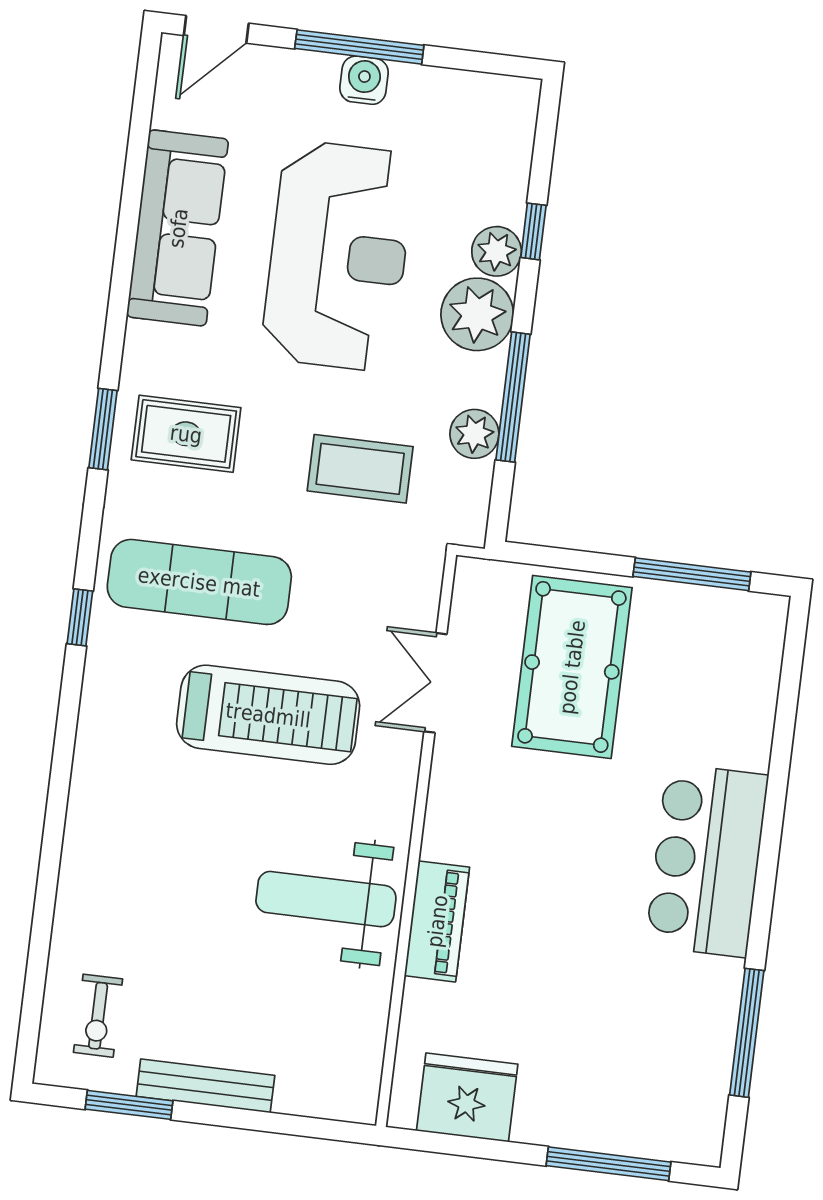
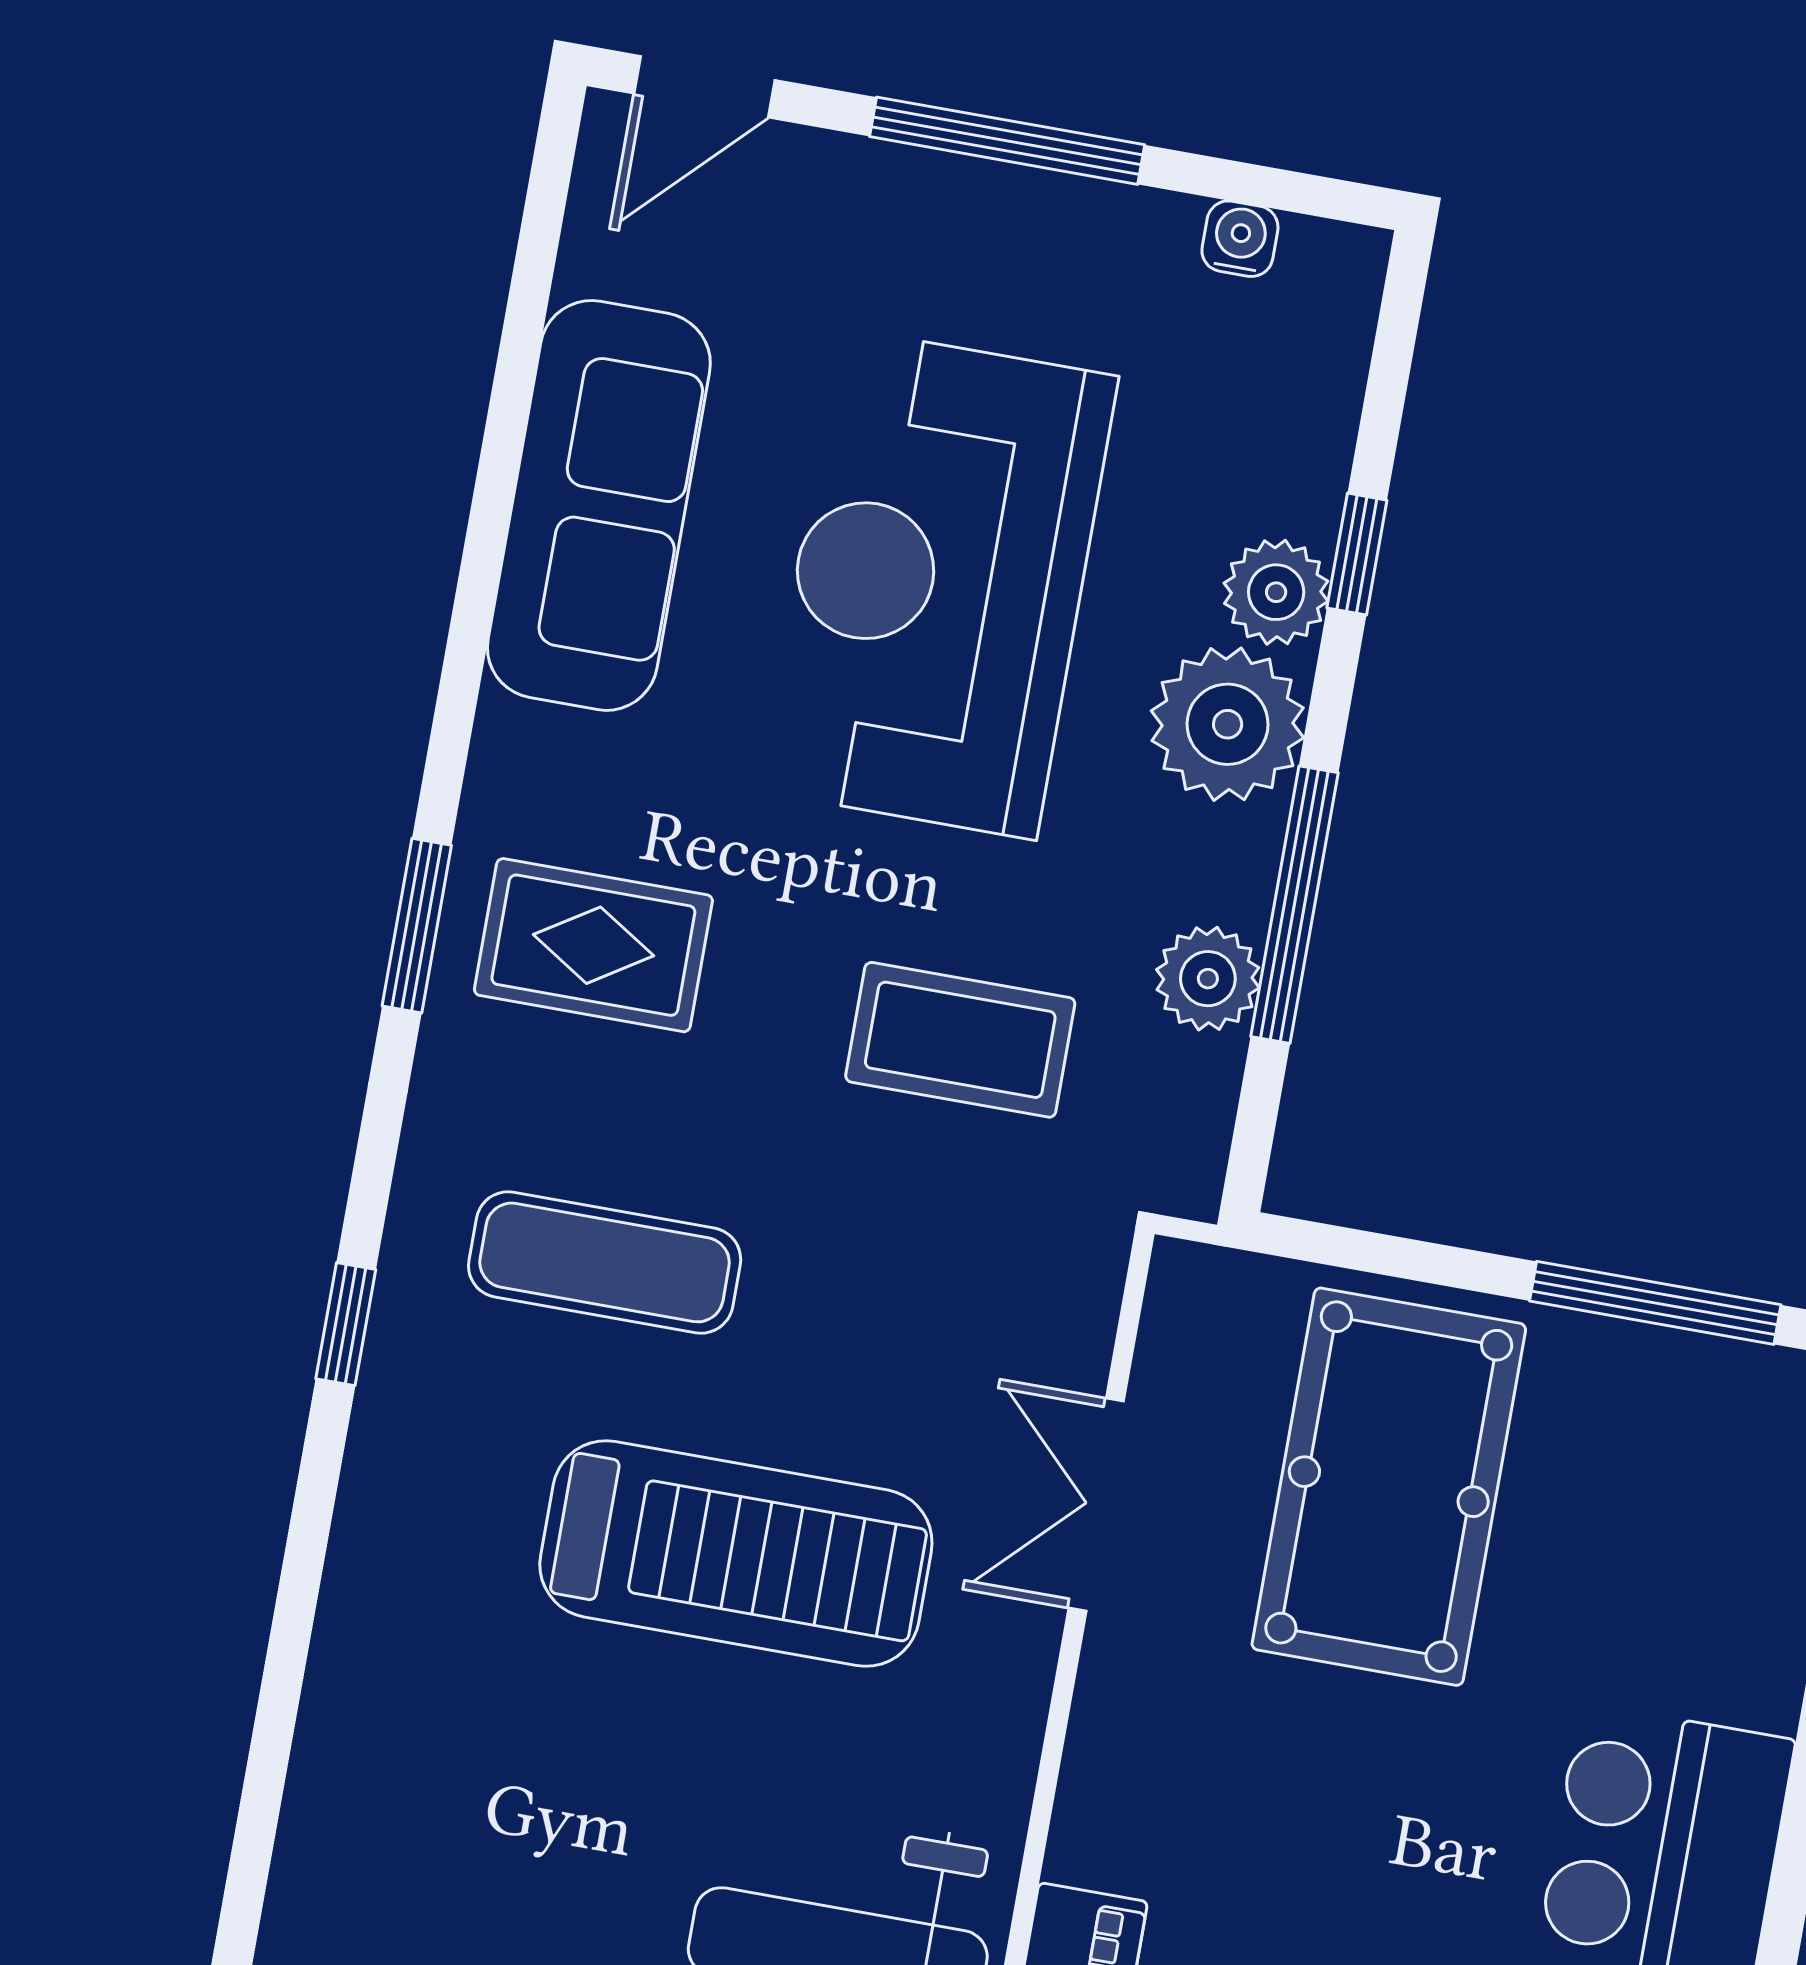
water cooler: (364, 80) -> (1240, 239), moved, width x0.72, depth x0.72
reception desk: (338, 256) -> (938, 584), turned 180
exercise mat: (199, 582) -> (605, 1262), width x0.73, depth x0.69

